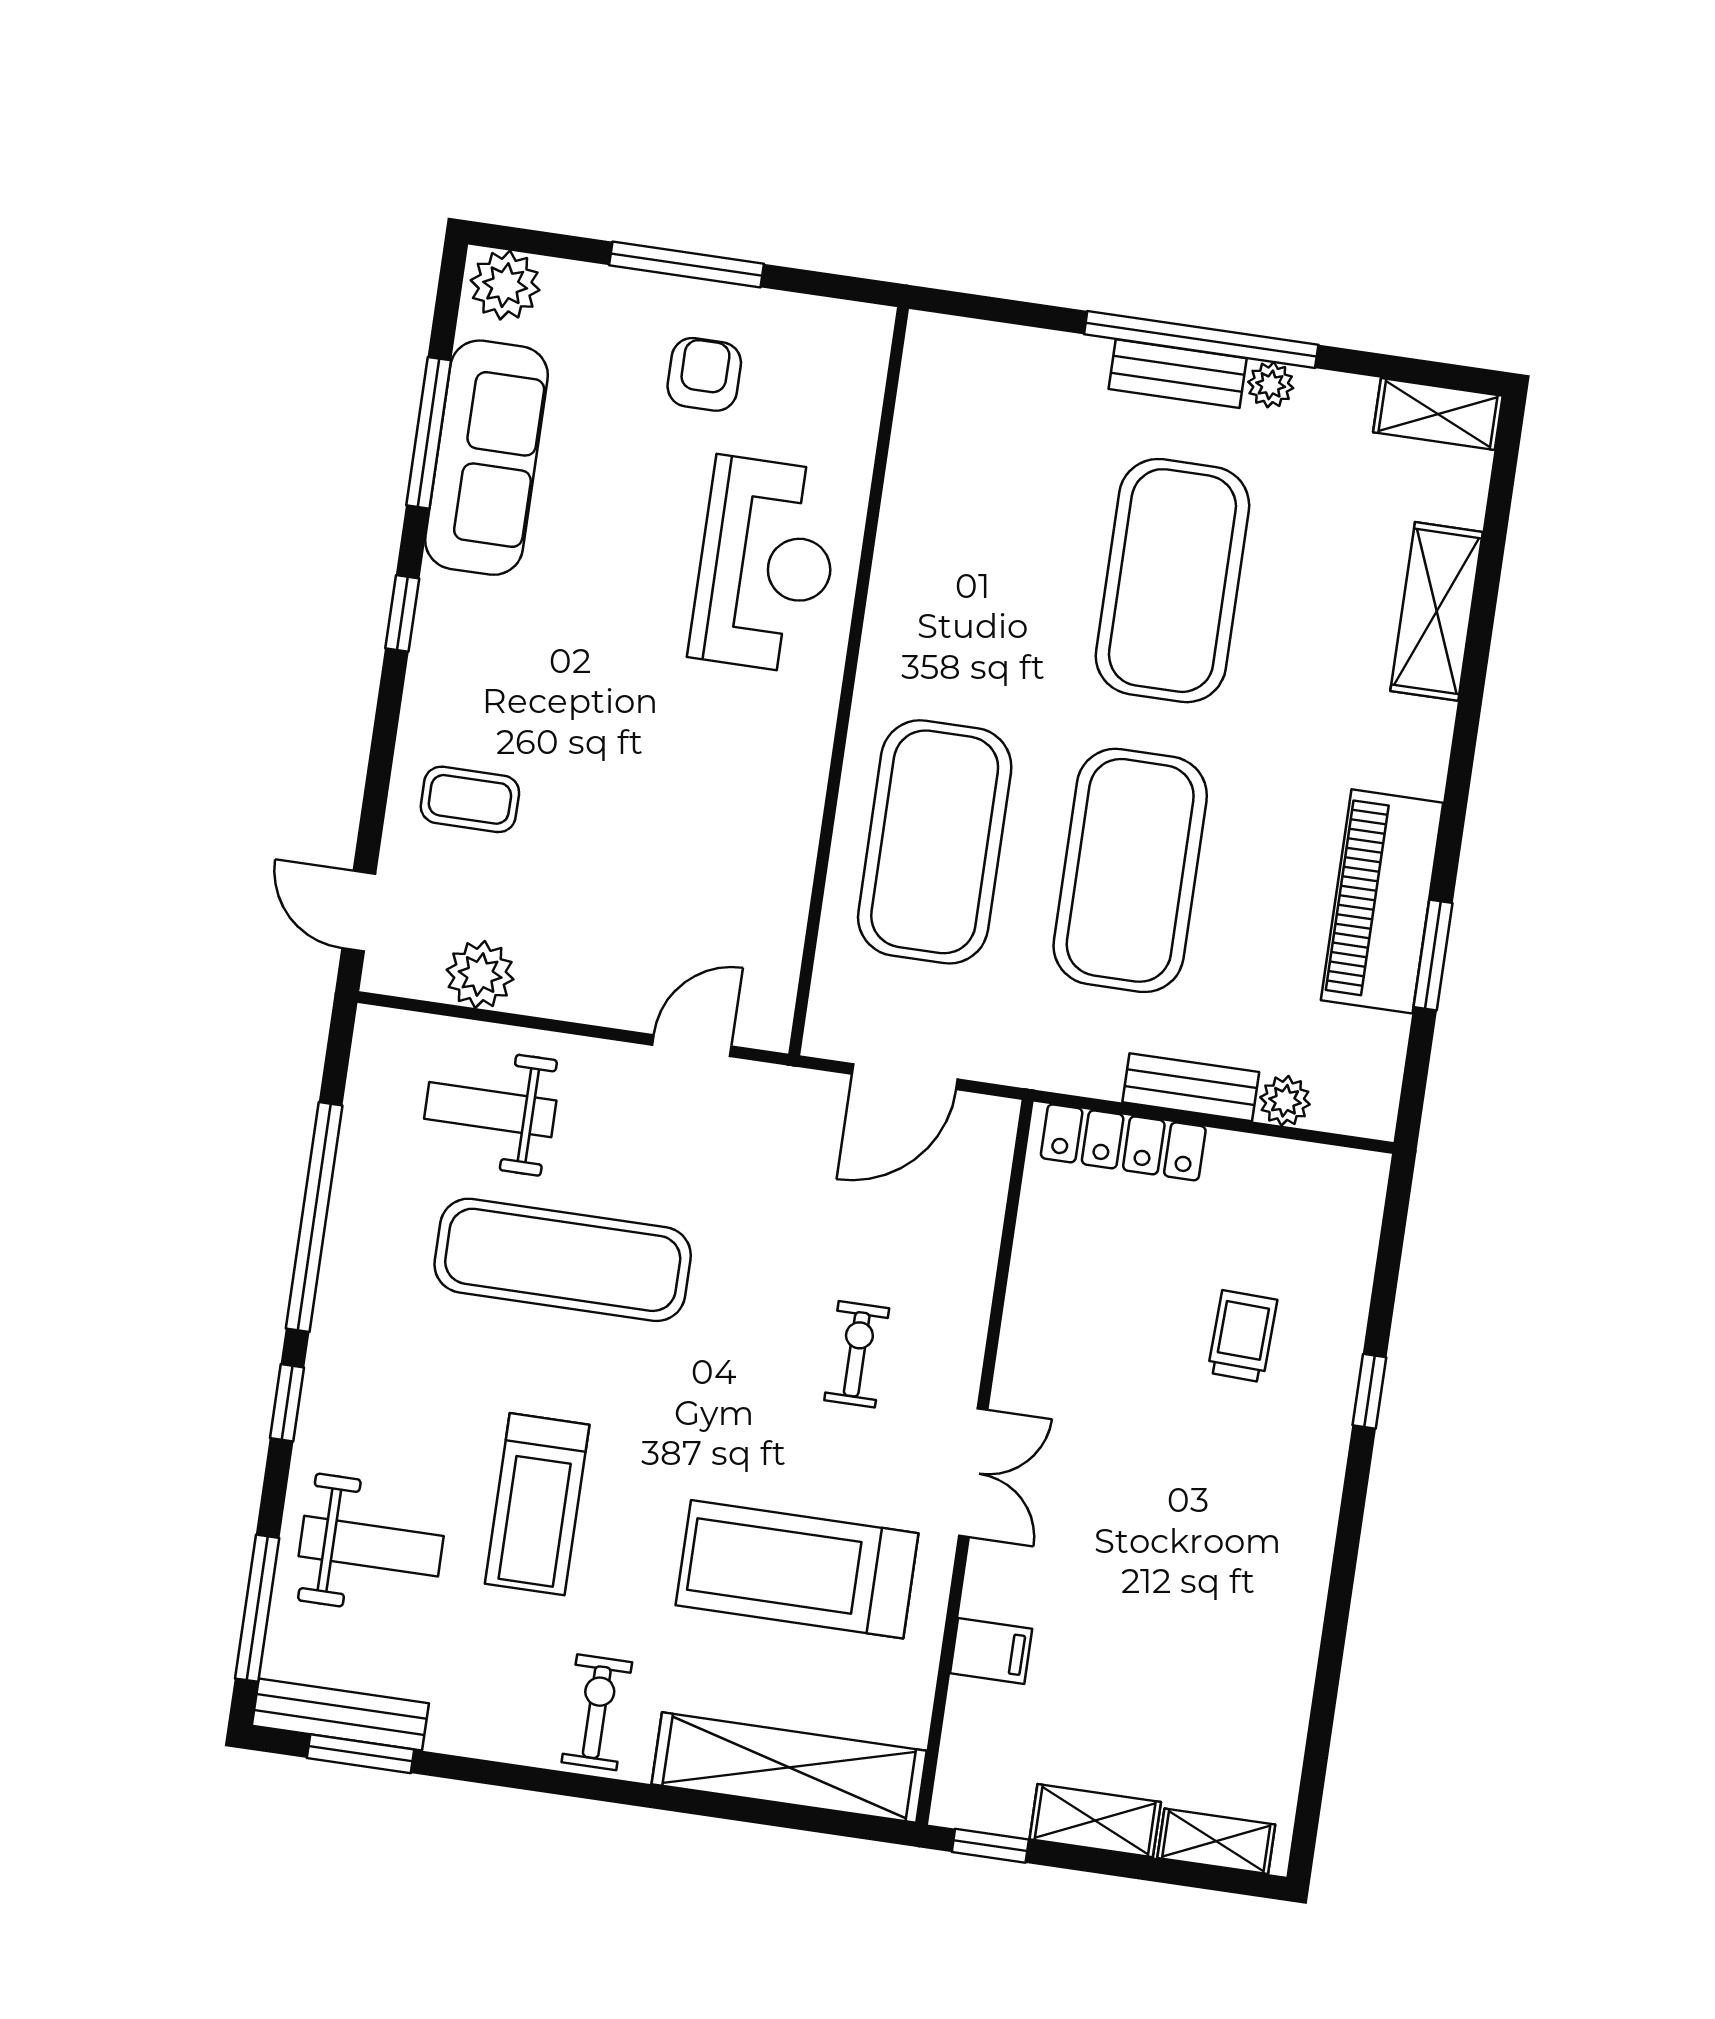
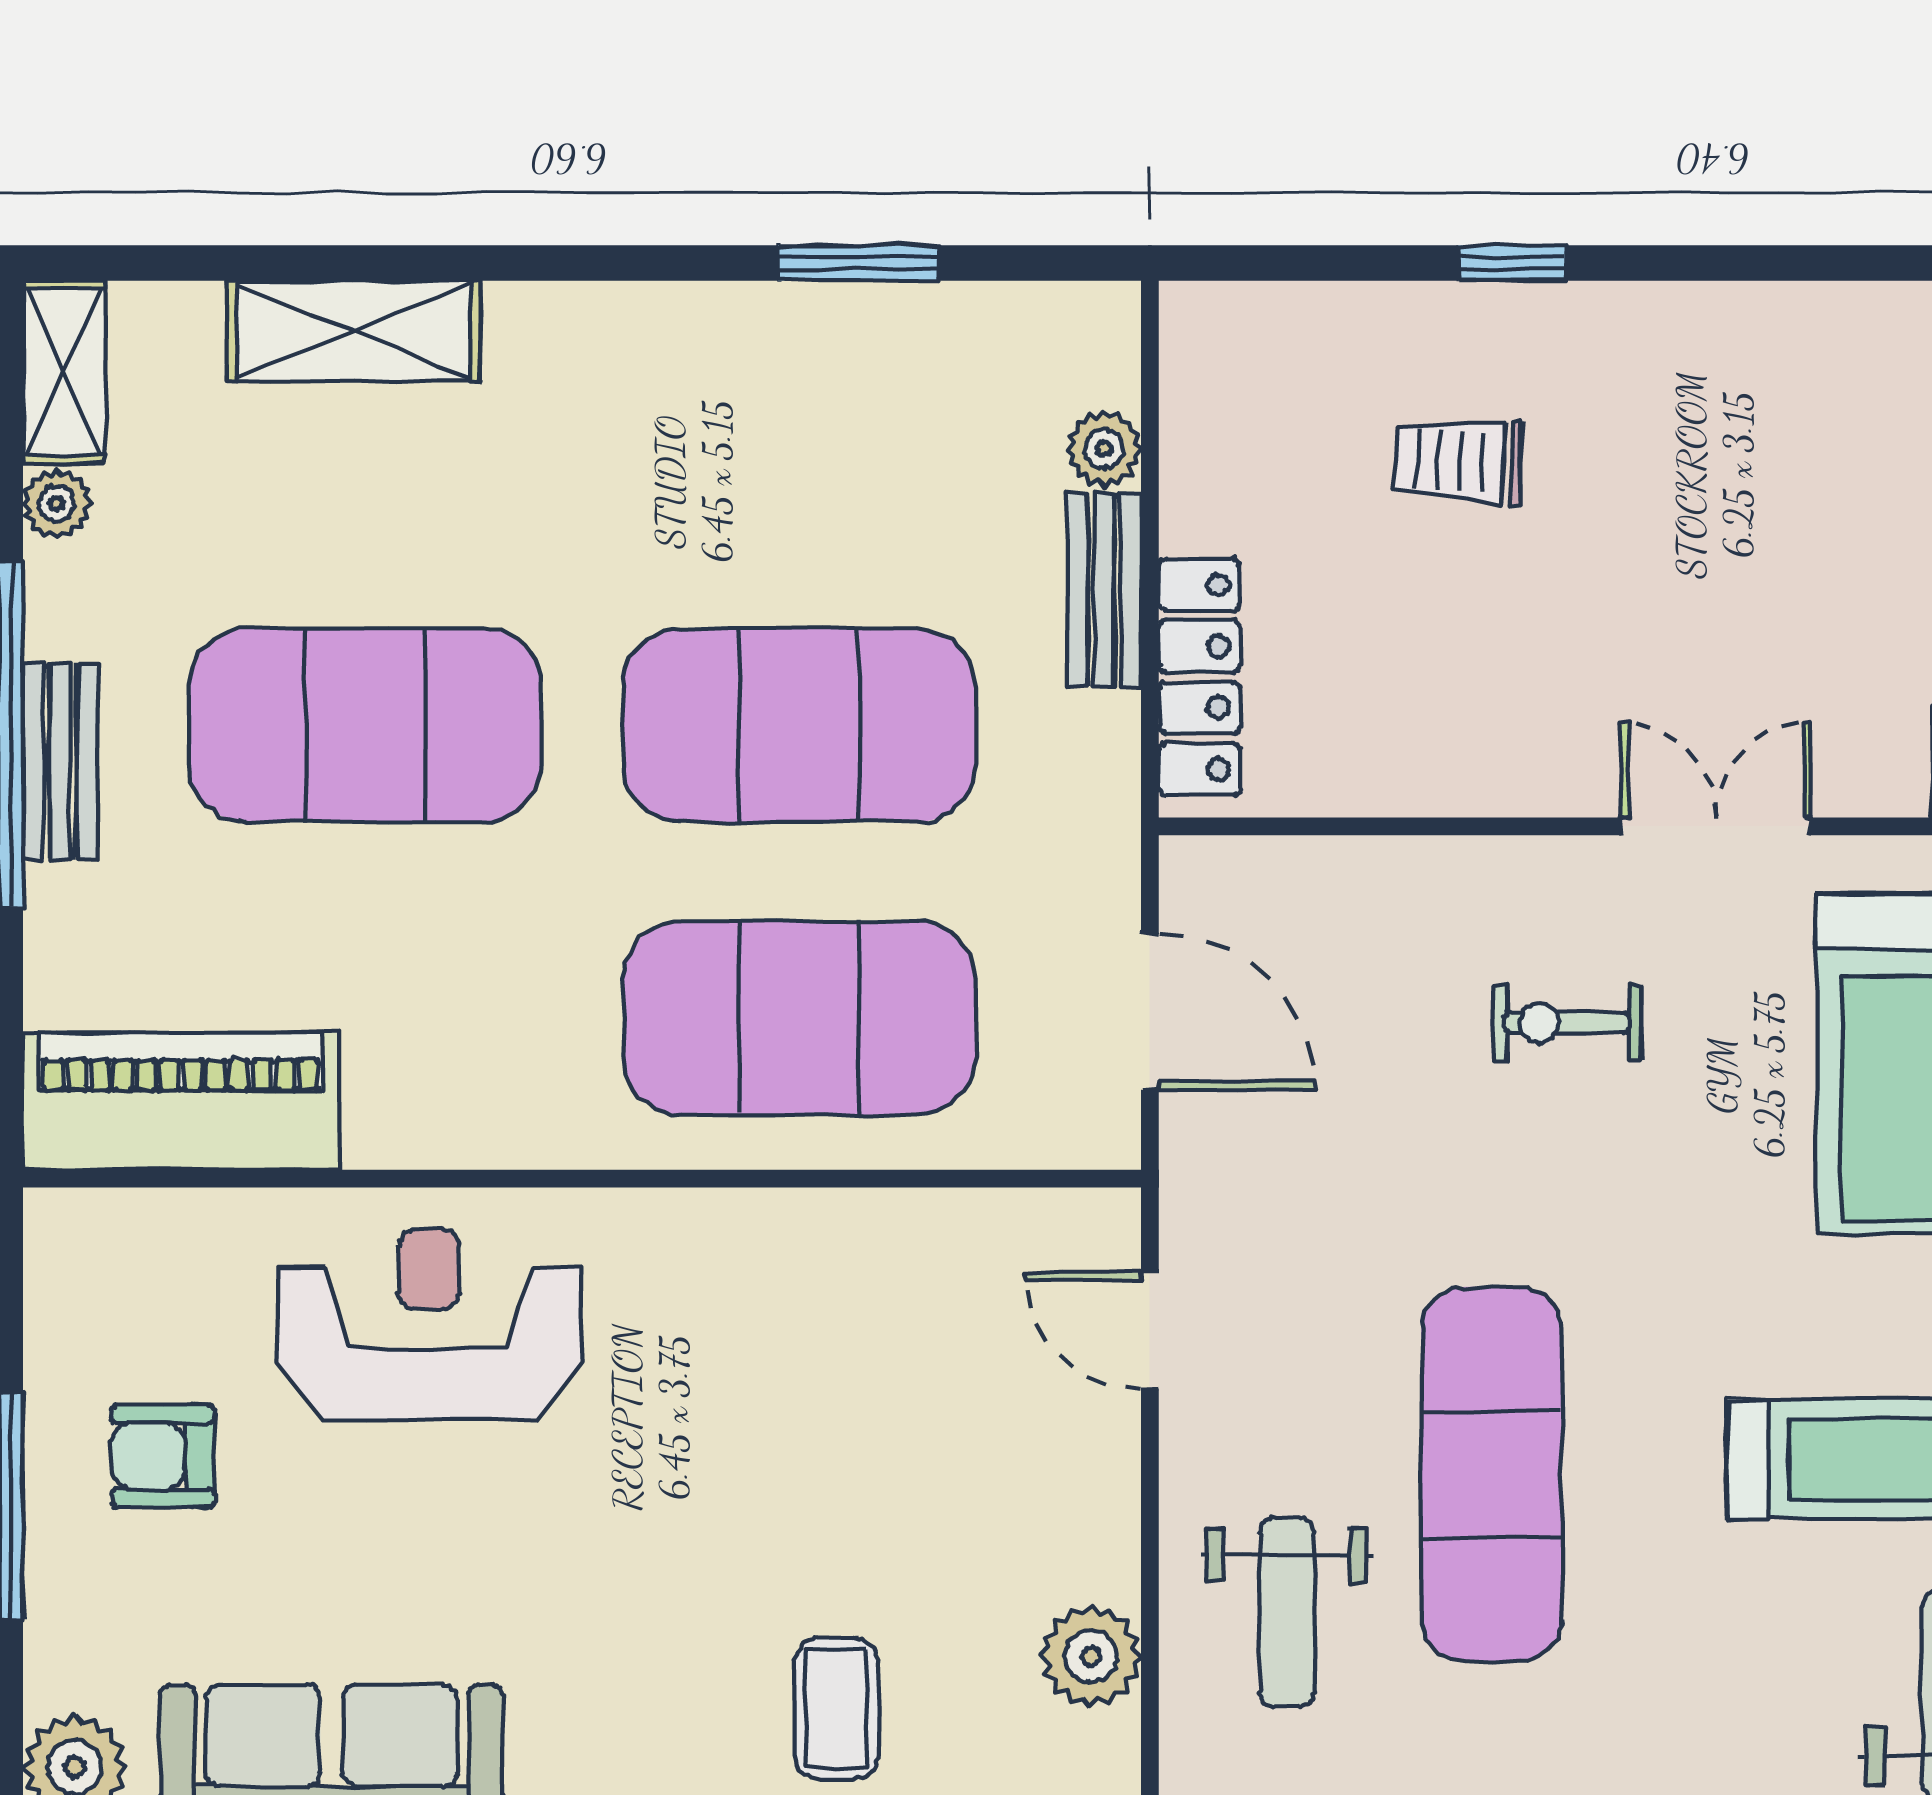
plant: (1271, 385) -> (57, 503), moved
piano: (1382, 901) -> (181, 1101), moved, turned 180

